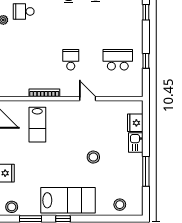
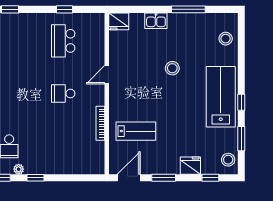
fridge: (135, 123) -> (119, 21), moved

